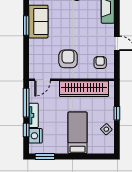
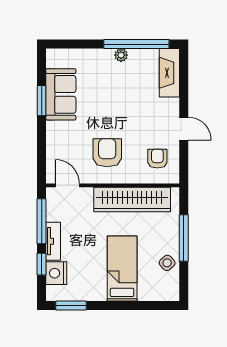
door: (43, 80) -> (67, 185), swing flipped
window: (117, 113) -> (184, 238), width x2.17

